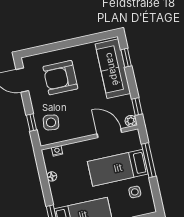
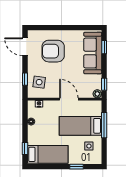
door: (109, 133) -> (69, 99), moved

